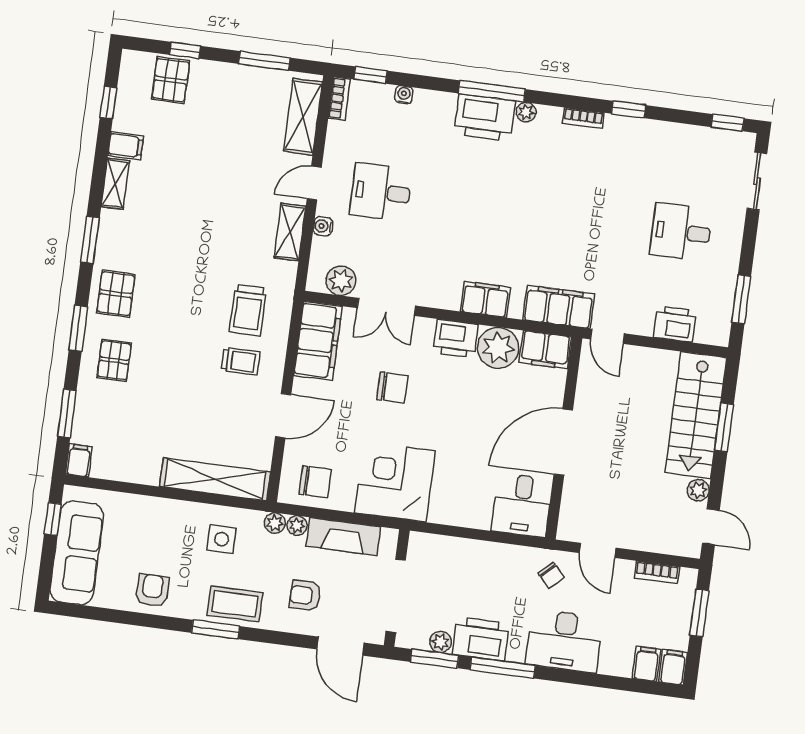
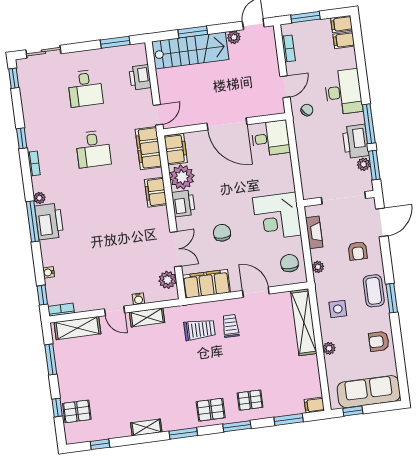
filing cabinet: (126, 146) -> (122, 427), removed
desk: (381, 192) -> (93, 149), moved
plant: (275, 523) -> (329, 348), moved
fireplace: (343, 537) -> (314, 232), width x0.73, depth x0.76

